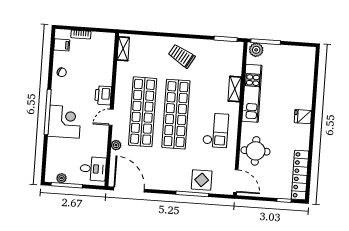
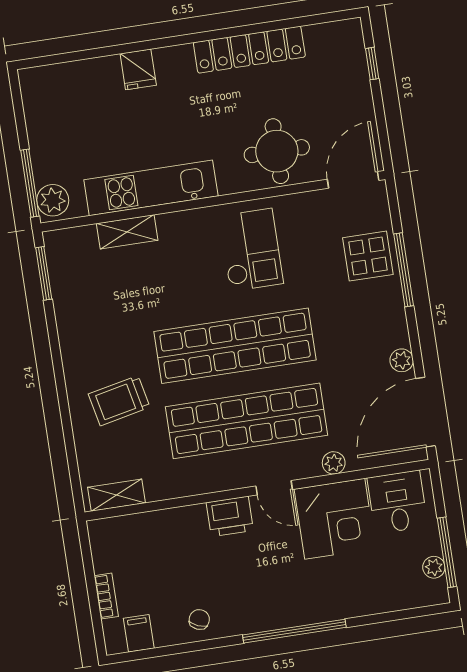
trolley: (182, 56) -> (119, 401), moved, turned 48
shelving: (235, 89) -> (127, 232), moved
fridge: (303, 117) -> (138, 69), moved
corner desk: (65, 122) -> (335, 519), moved, turned 180
checkout: (216, 130) -> (251, 250), turned 90
locker: (300, 175) -> (249, 50), moved
plant: (154, 184) -> (402, 360), added

